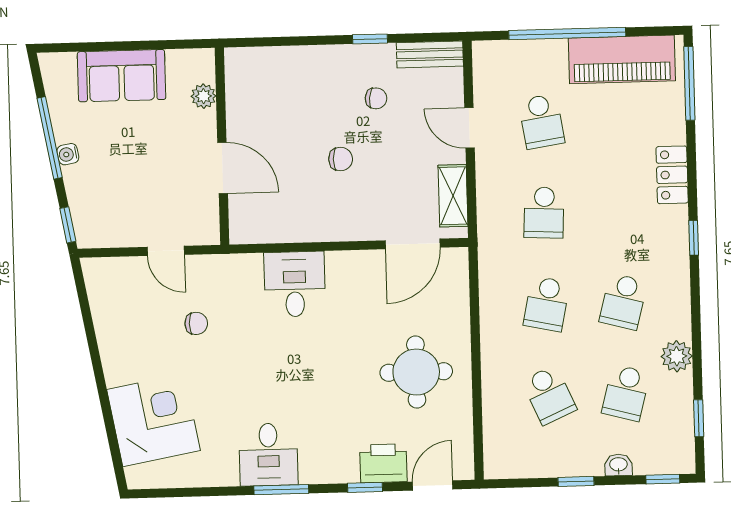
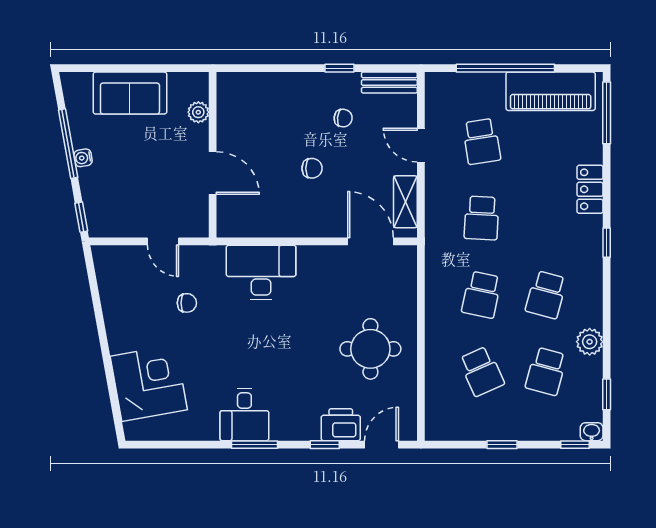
door: (413, 244) -> (370, 241), swing flipped
desk: (295, 284) -> (261, 272), width x1.37
washbasin: (618, 465) -> (592, 432), moved

